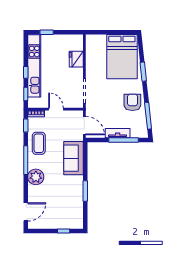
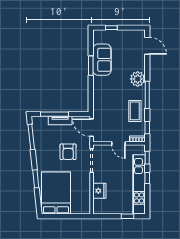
armchair: (132, 102) -> (68, 152), moved
sofa: (74, 158) -> (102, 60), moved
door: (26, 212) -> (147, 46), swing flipped

